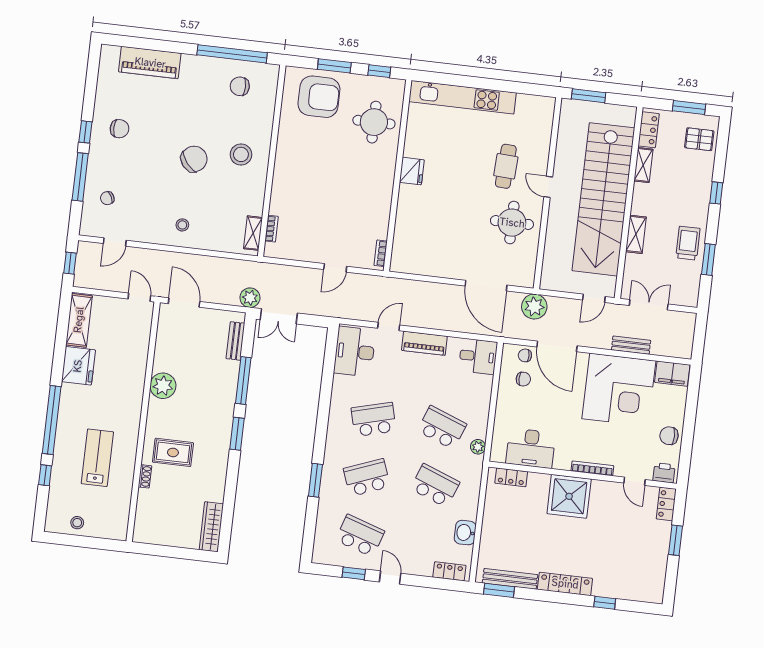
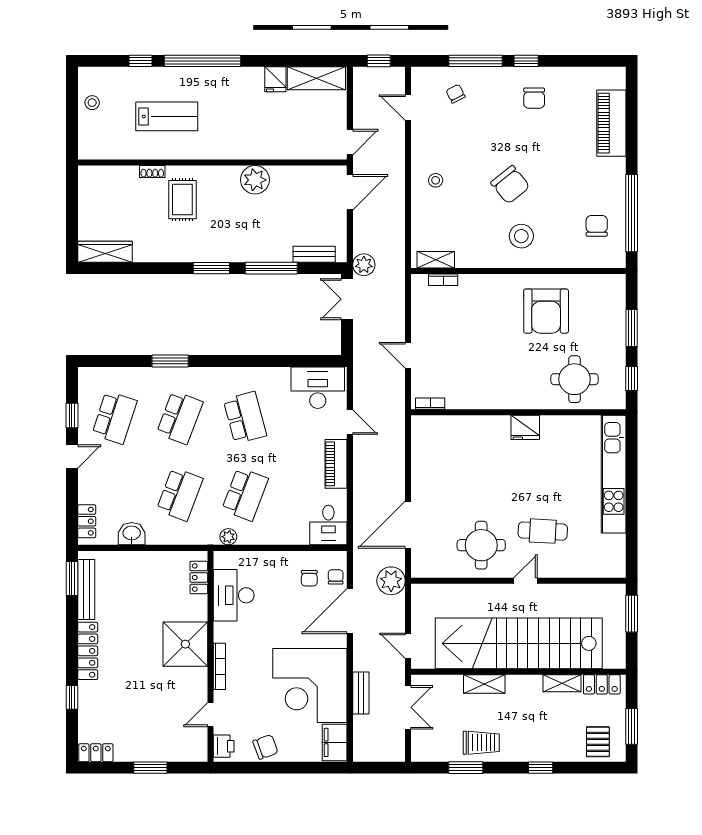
armchair: (319, 97) -> (546, 311), moved
fridge: (78, 366) -> (275, 79), width x0.53, depth x0.75
chair: (669, 436) -> (265, 747), turned 70
school desk: (367, 478) -> (180, 418), turned 42
locker: (666, 504) -> (96, 753), moved

